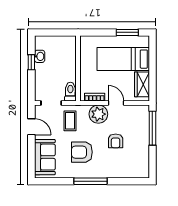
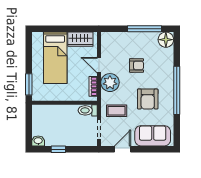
window: (127, 32) -> (29, 84), moved
washbasin: (40, 56) -> (38, 141), moved
door: (116, 103) -> (99, 65), hinge flipped
window: (152, 128) -> (144, 29), moved
floor lamp: (142, 170) -> (166, 40), added
window: (91, 181) -> (177, 90), width x1.46

